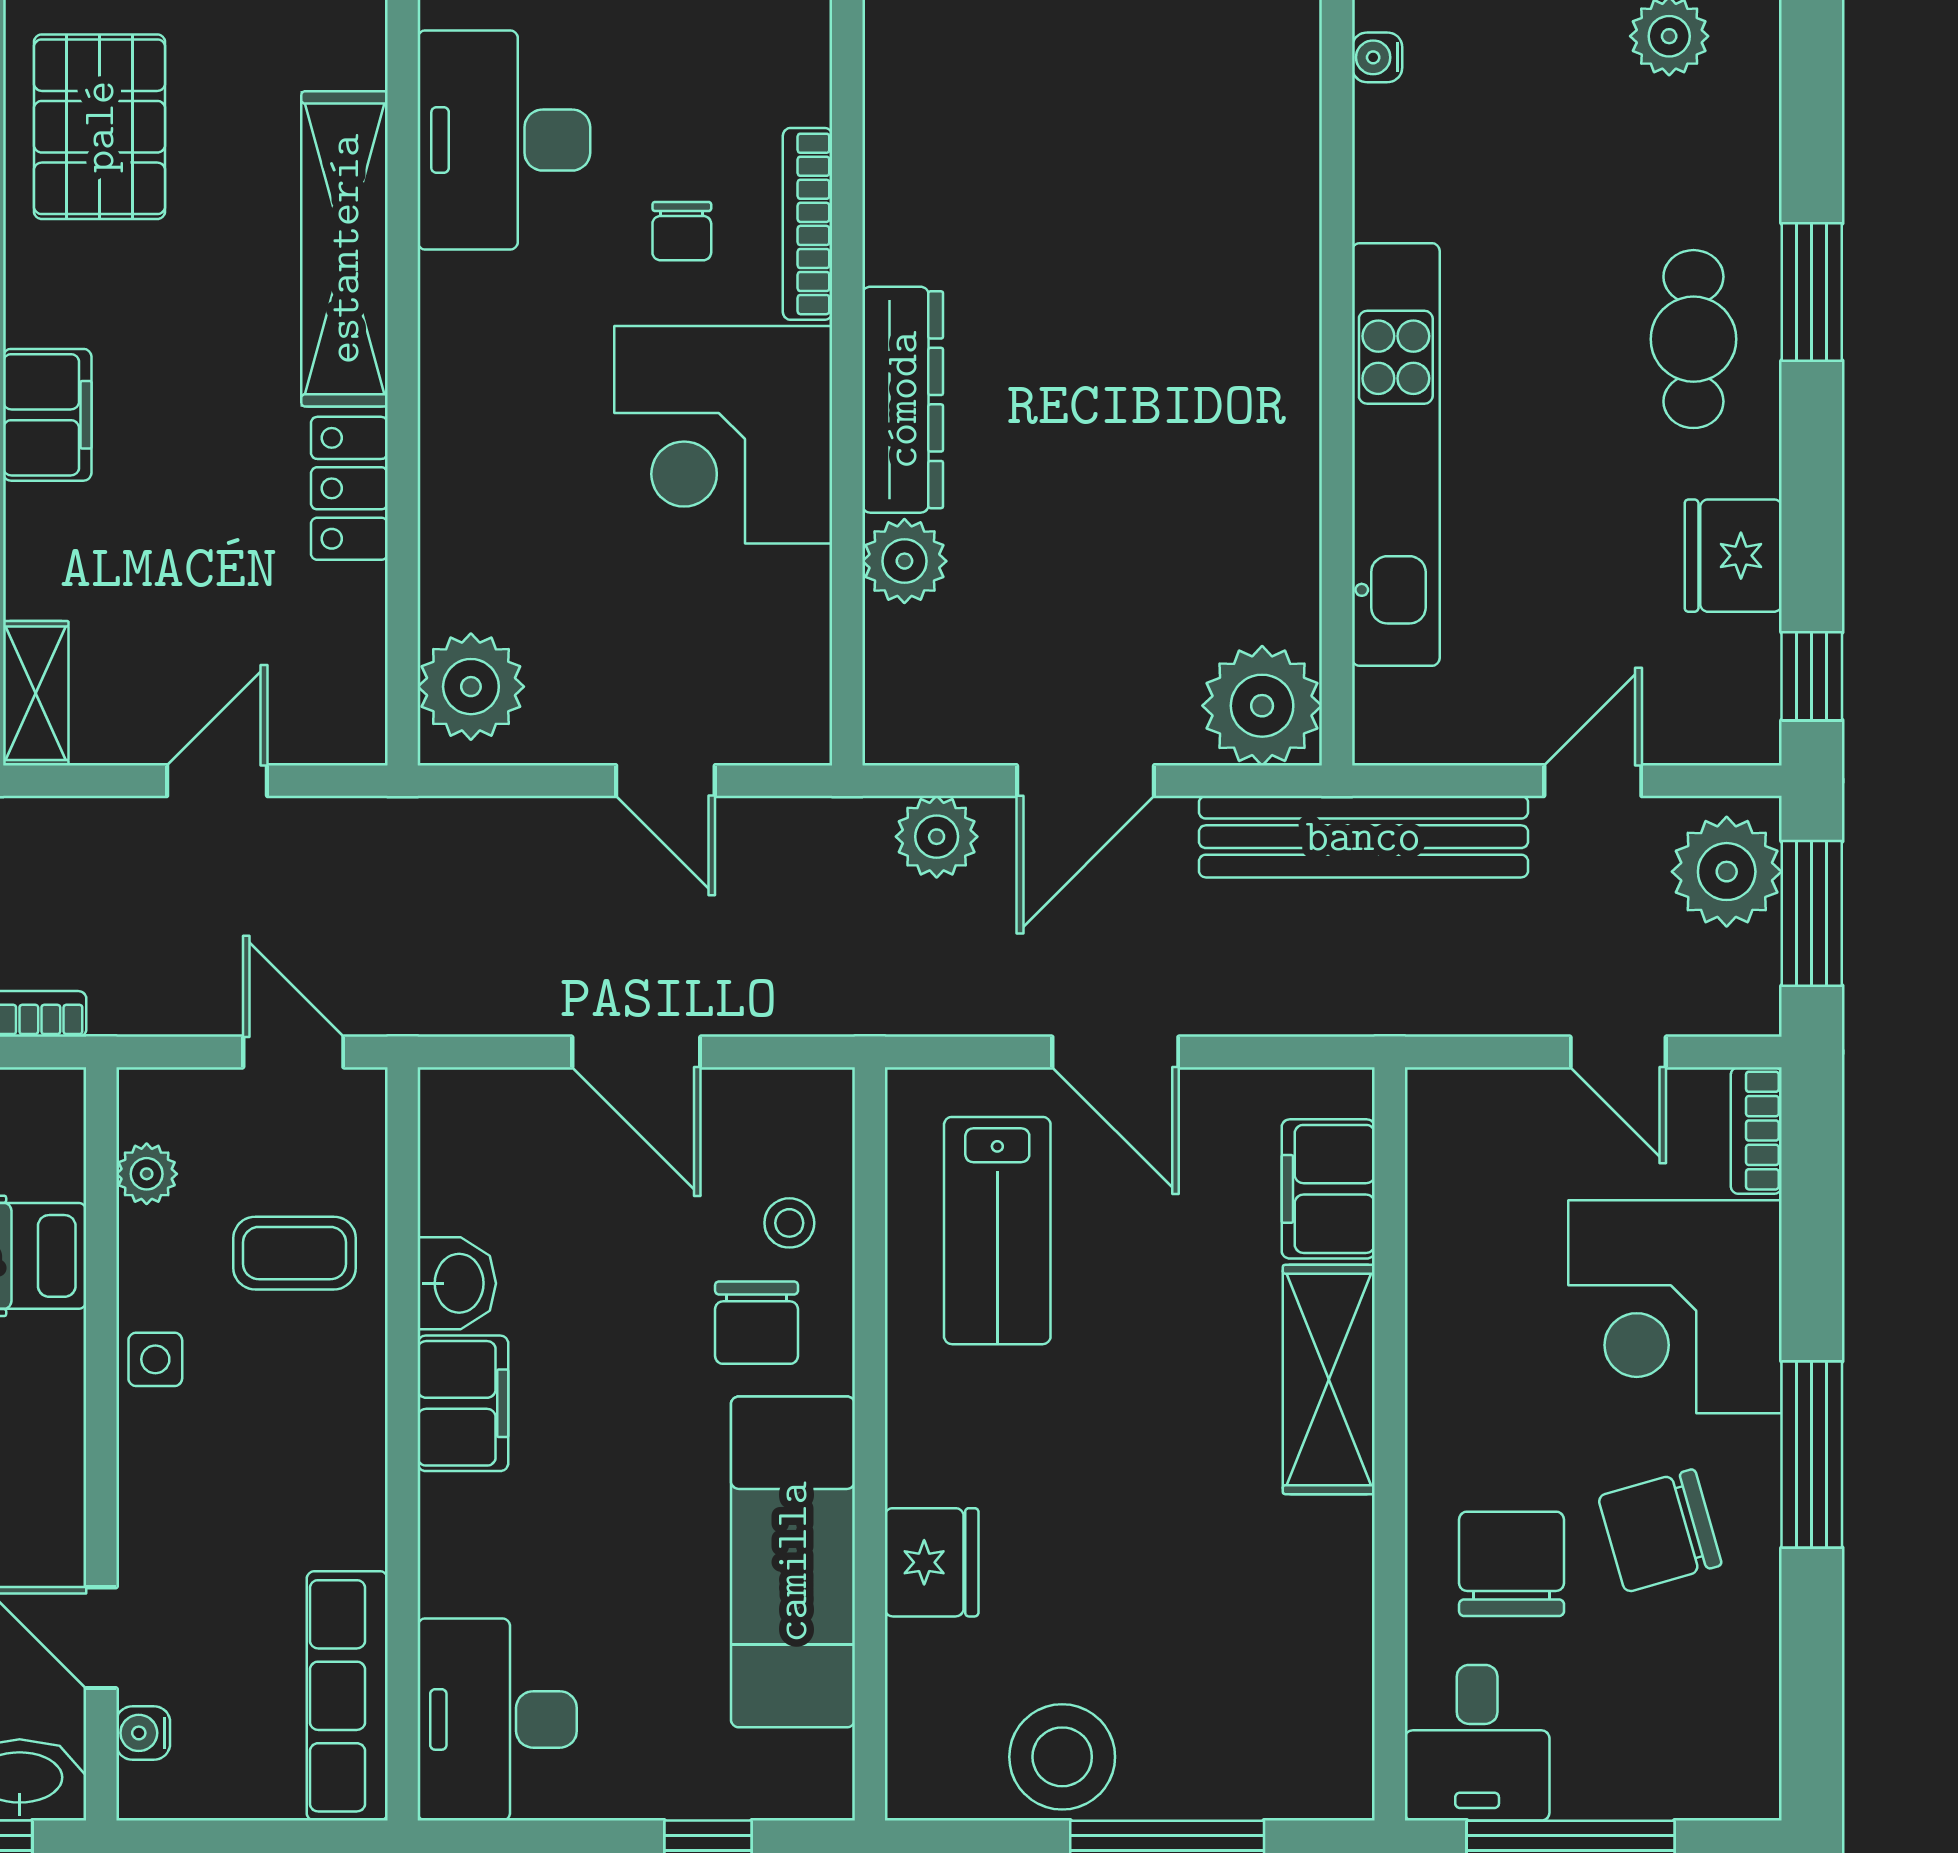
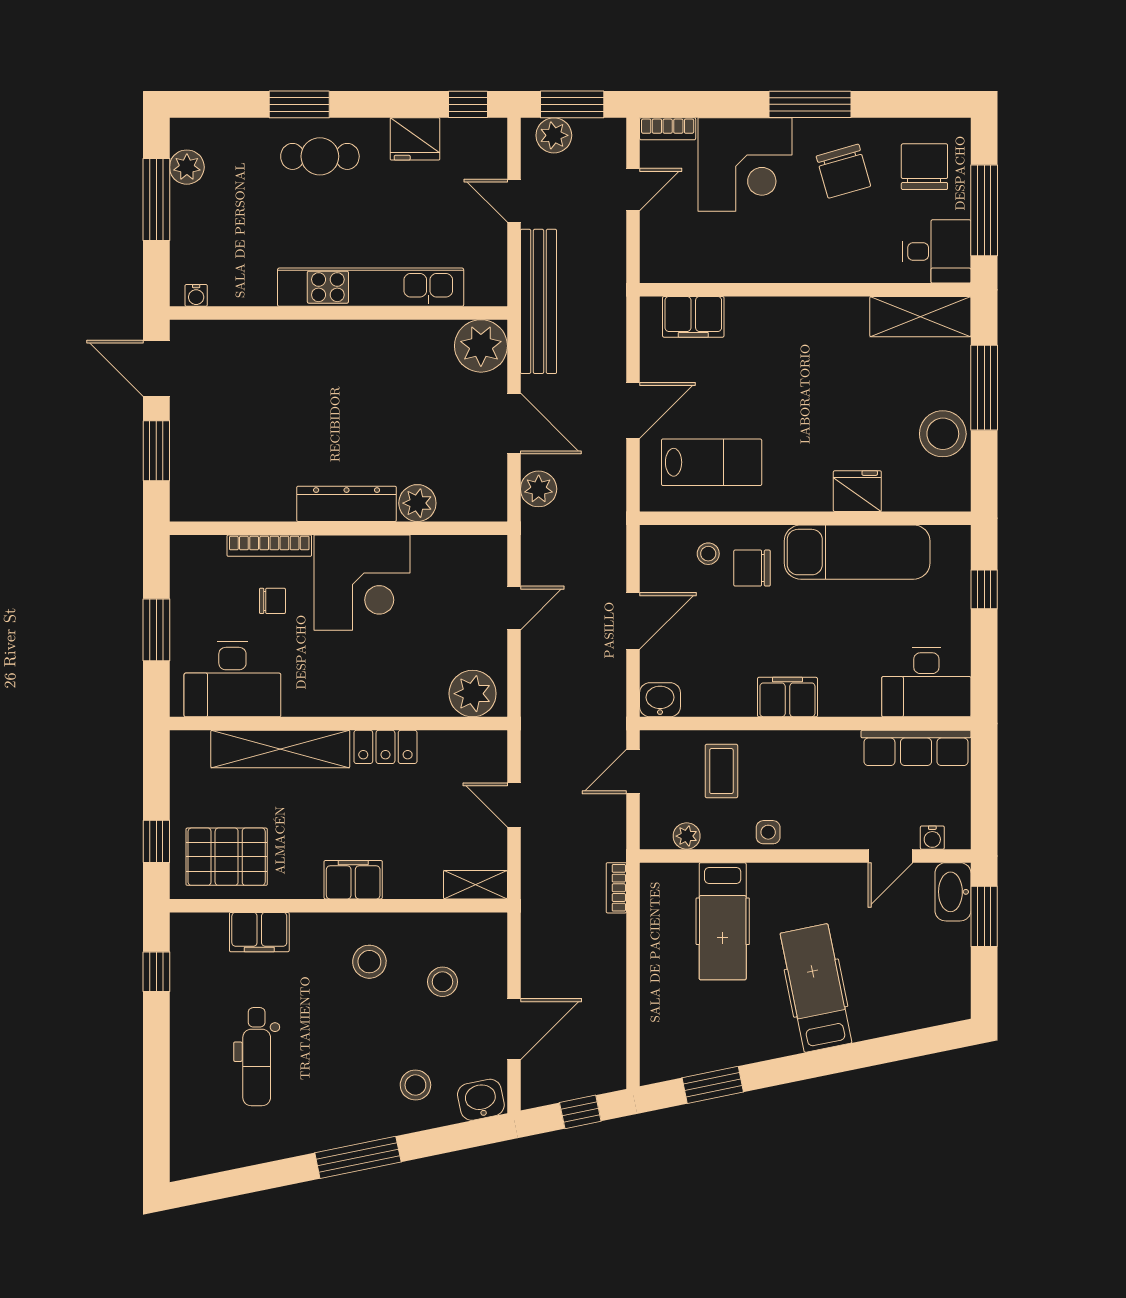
plant: (1727, 872) -> (554, 135), width x0.73, depth x0.73
washbasin: (457, 1283) -> (660, 700), moved
chair: (757, 1323) -> (752, 568), turned 180
shelving: (1329, 1379) -> (920, 317), moved
chair: (1512, 1564) -> (924, 167), moved, turned 90

